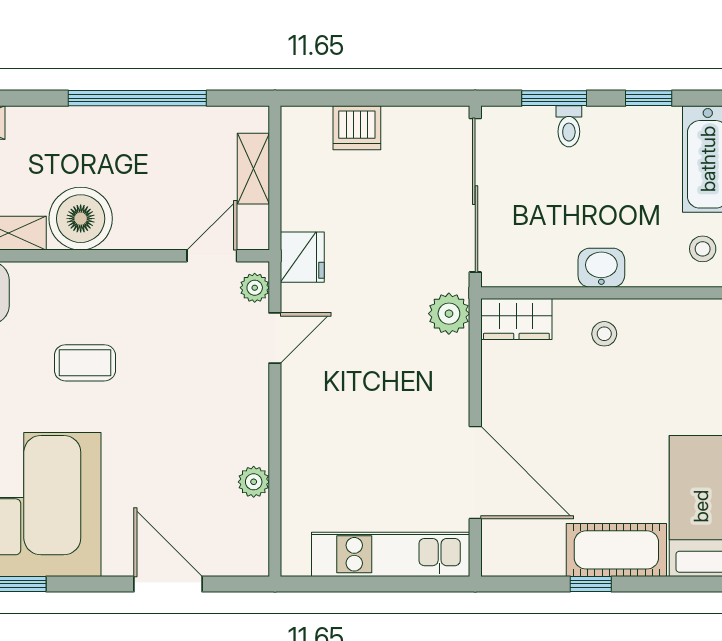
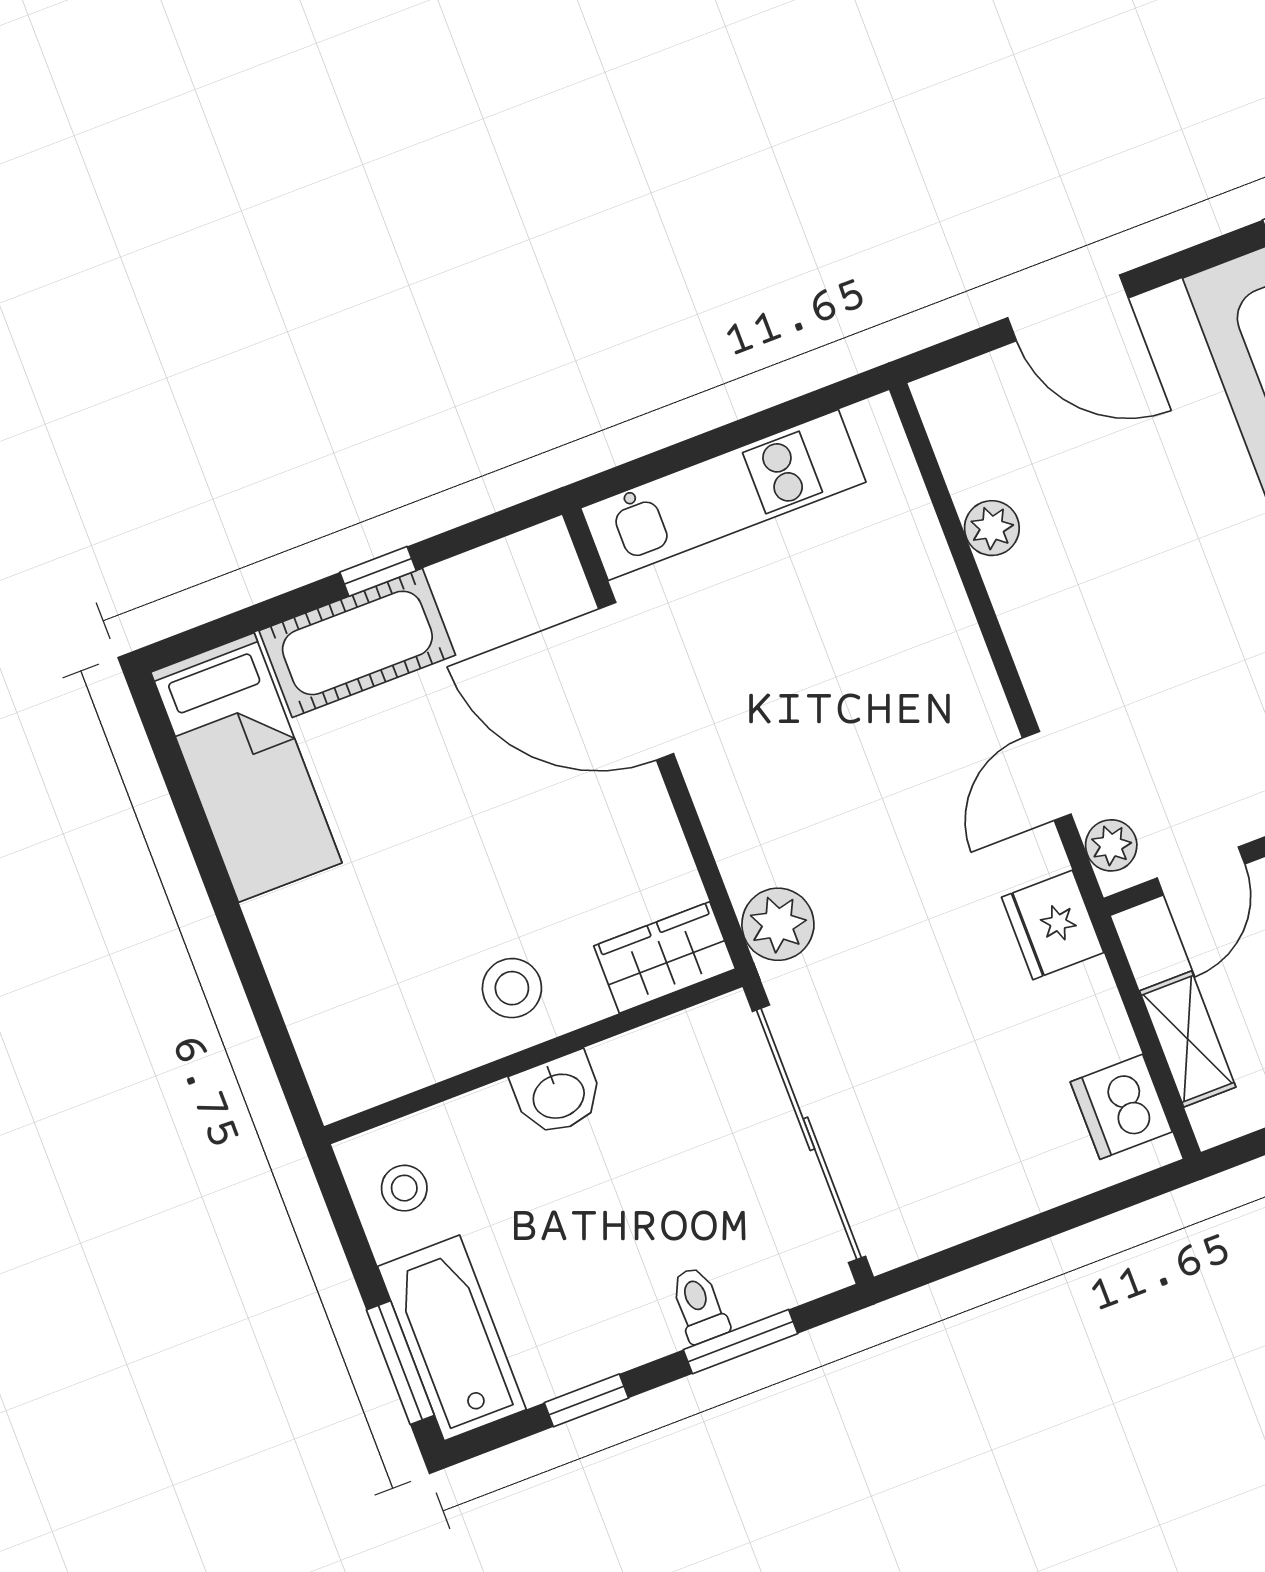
dishwasher: (357, 128) -> (1121, 1107), moved, turned -90
stool: (604, 334) -> (512, 988), width x1.37, depth x1.37

